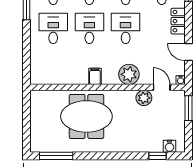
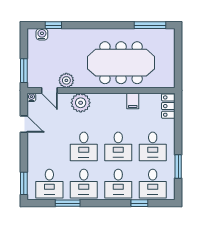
locker: (178, 21) -> (168, 106), moved, turned 180
filing cabinet: (95, 76) -> (133, 101), moved
meeting table: (86, 116) -> (121, 63), width x1.36

